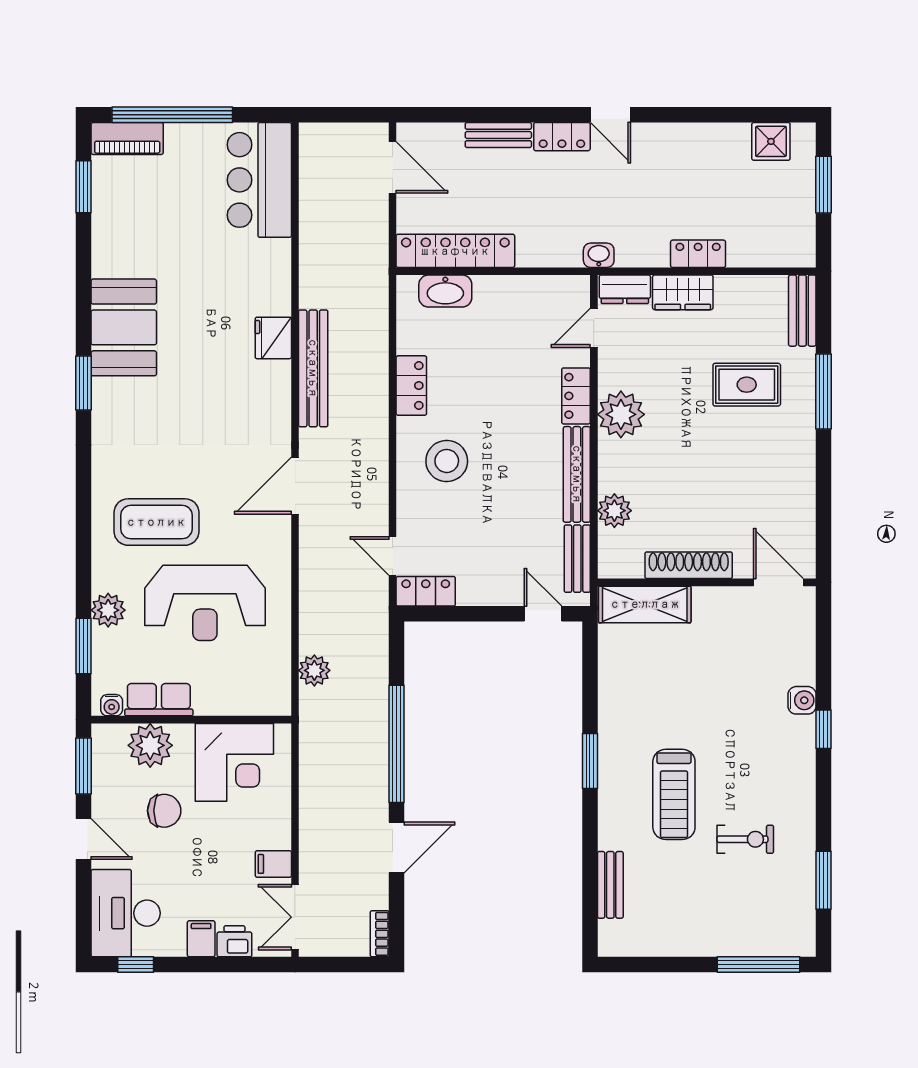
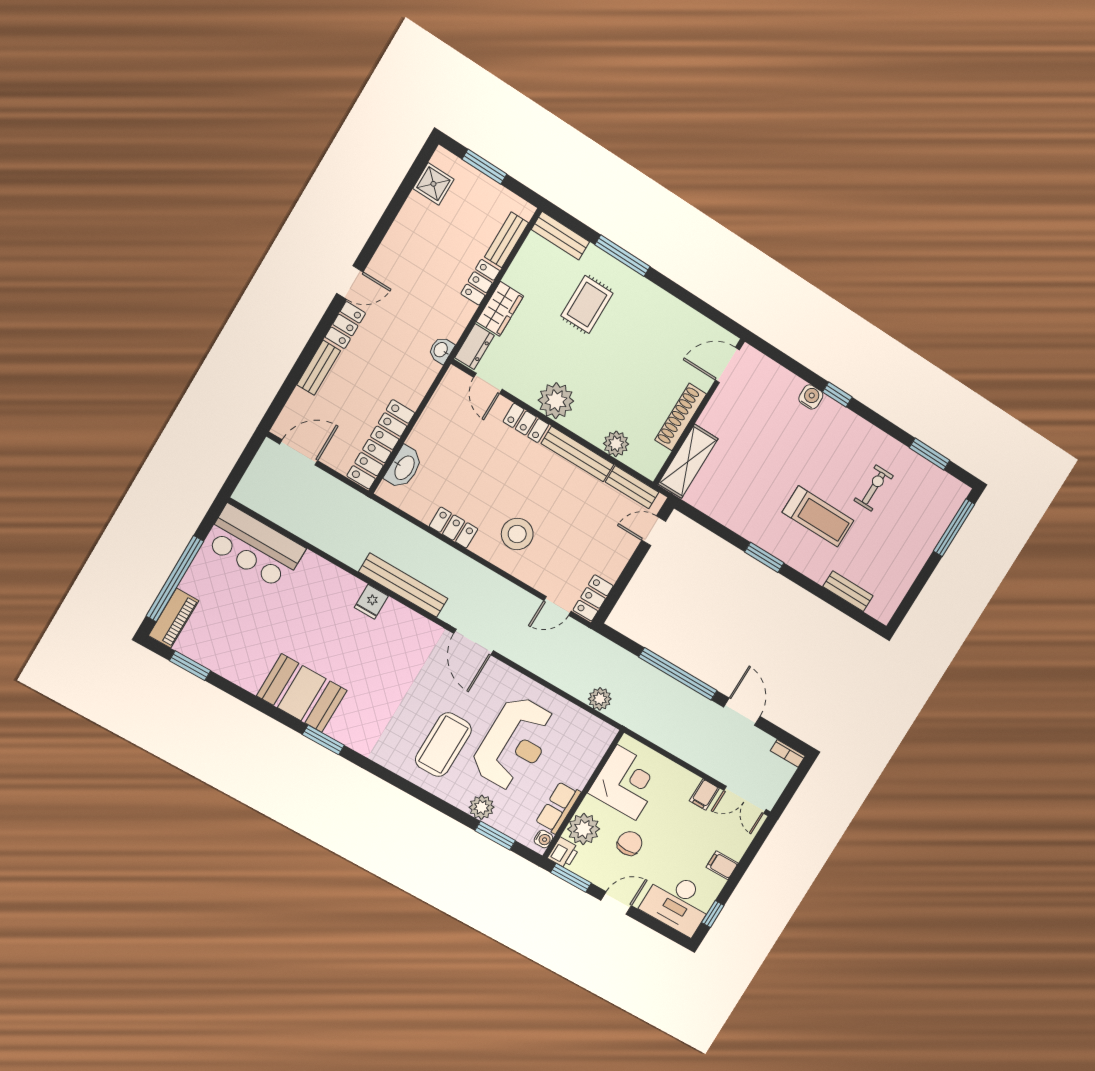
bench: (761, 255) -> (506, 240), added
fridge: (273, 338) -> (371, 602), width x0.72
printer: (234, 941) -> (563, 853), moved, turned 180

